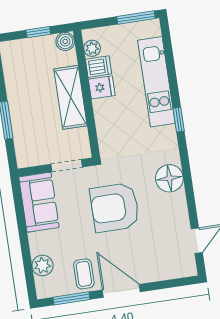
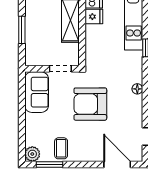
floor lamp: (169, 178) -> (137, 89), width x0.53, depth x0.53
plant: (42, 265) -> (32, 154), moved
door: (121, 291) -> (117, 165), moved

